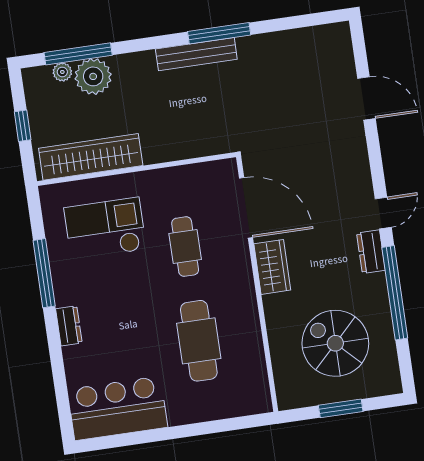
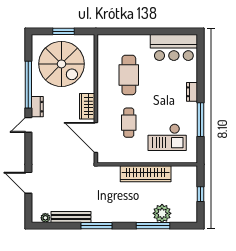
window: (78, 54) -> (153, 226), moved
bench: (196, 54) -> (71, 217), moved
plant: (62, 72) -> (45, 218), moved
wardrobe: (91, 157) -> (146, 174), moved
spiral stairs: (335, 343) -> (61, 64), width x1.37, depth x1.37

